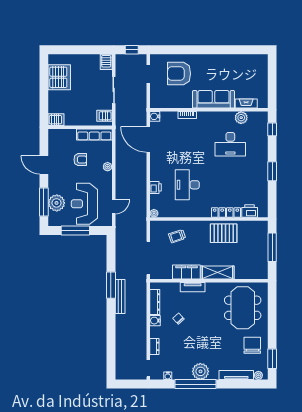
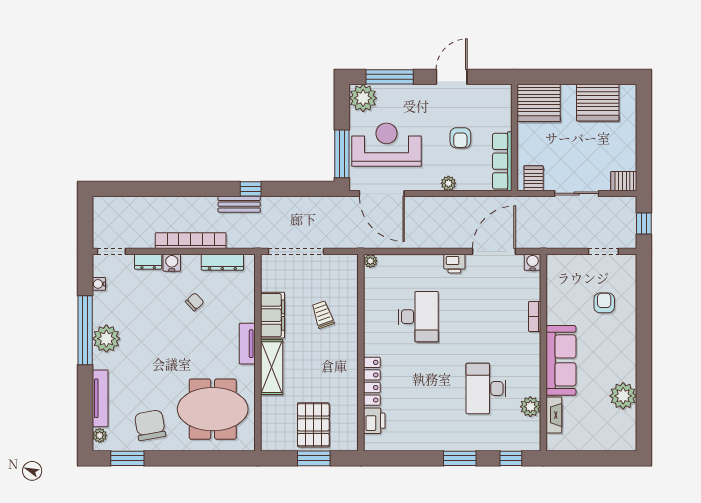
plant: (235, 62) -> (623, 396), added
armchair: (179, 74) -> (604, 303), width x0.53, depth x0.53
server rack: (56, 120) -> (539, 103), width x2.18, depth x1.44
window: (272, 171) -> (460, 458), moved
desk: (187, 185) -> (418, 317), turned 90
printer: (156, 187) -> (454, 264), moved
plant: (57, 203) -> (363, 98), moved
door: (114, 207) -> (382, 193), width x1.88
window: (75, 230) -> (342, 154), moved
pallet: (224, 233) -> (313, 425), moved
trolley: (177, 236) -> (323, 314), moved
window: (272, 247) -> (314, 458), width x0.69
window: (111, 285) -> (251, 189), width x0.46
tv unit: (193, 287) -> (247, 344), moved
bench: (120, 297) -> (239, 204), width x0.73
bookcase: (142, 321) -> (191, 241), added
water cooler: (155, 321) -> (172, 263), moved
chair: (252, 345) -> (150, 425), turned -100

